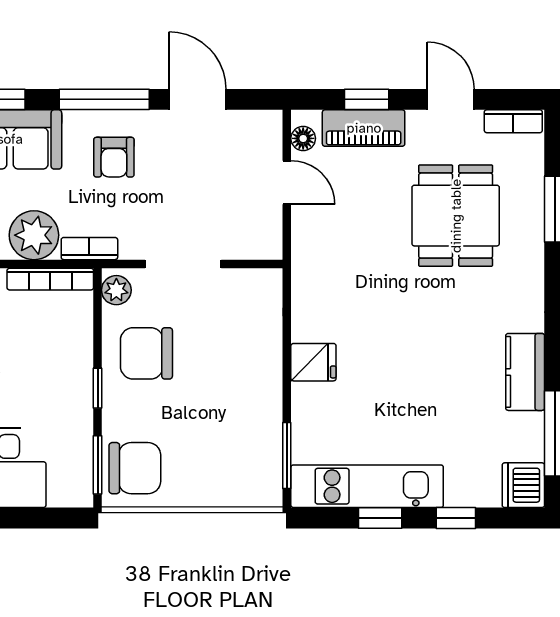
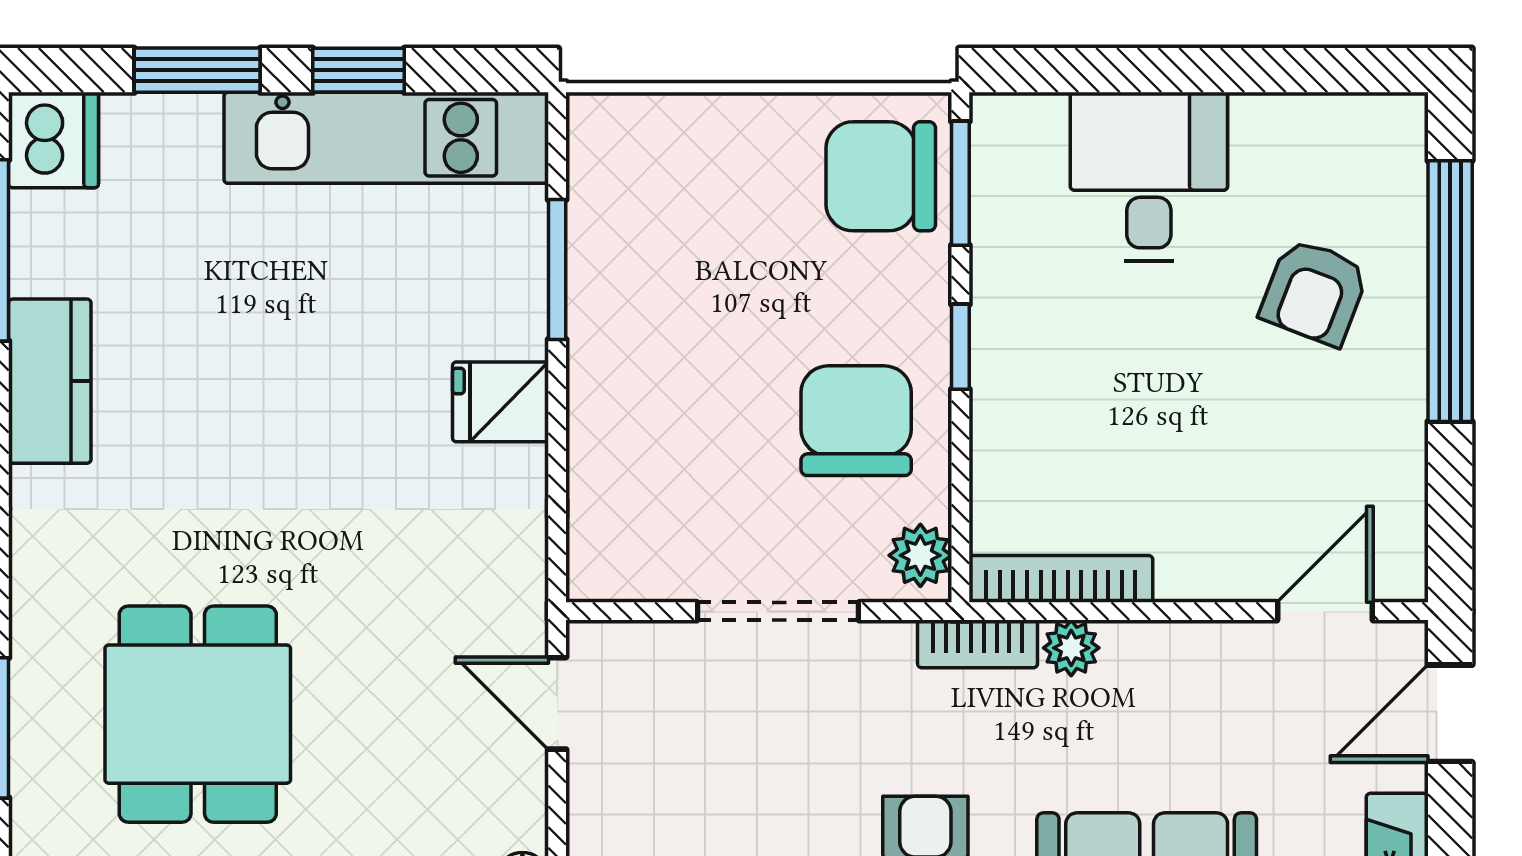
door: (287, 182) -> (557, 703), moved
plant: (34, 235) -> (1071, 648), width x0.53, depth x0.53
chair: (146, 353) -> (856, 421), turned -90
window: (287, 455) -> (557, 269), moved
window: (456, 518) -> (197, 70), width x1.50

